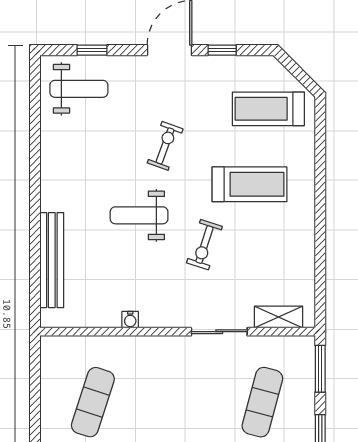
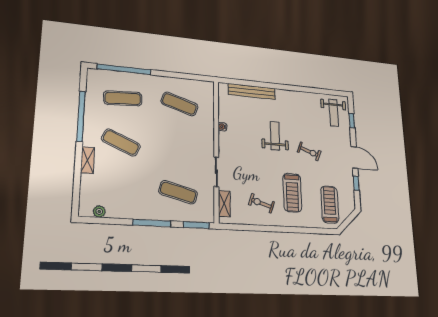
exercise bike: (204, 245) -> (261, 203), moved

